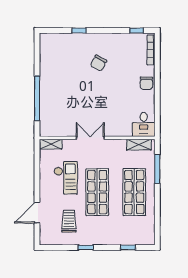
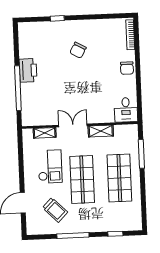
window: (137, 31) -> (115, 16), removed
printer: (48, 81) -> (28, 70), added
shelving: (51, 144) -> (45, 133), moved
shelving: (139, 145) -> (101, 131), moved
trolley: (69, 221) -> (55, 210), turned 135
window: (86, 247) -> (73, 236), width x2.17

